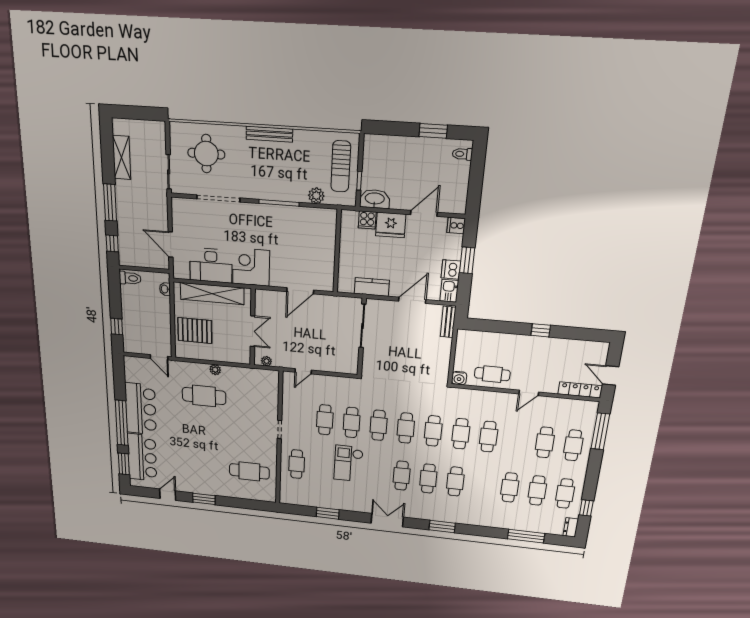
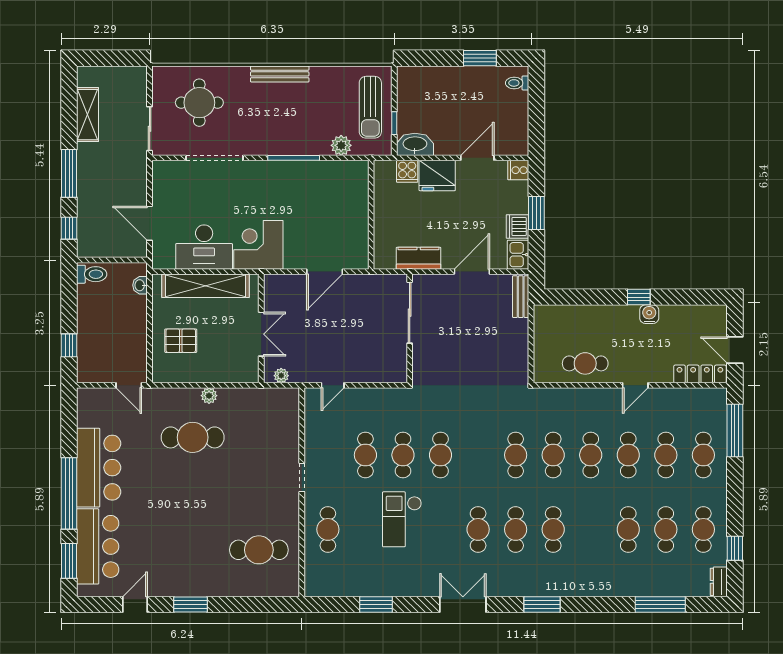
pallet: (195, 331) -> (181, 341), width x0.67, depth x0.71
water cooler: (459, 378) -> (649, 314), moved, turned 180
cafe table: (406, 428) -> (628, 455), moved

